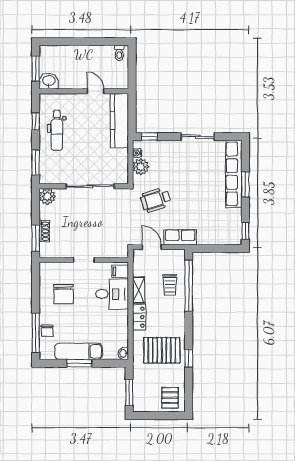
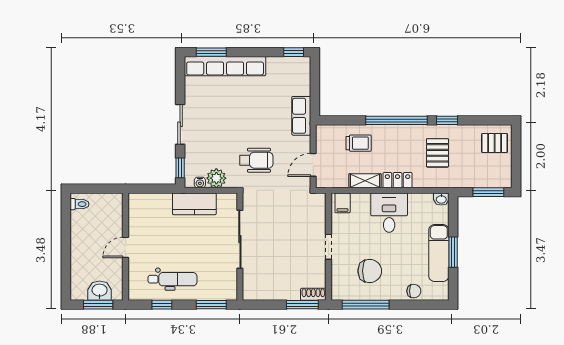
washbasin: (49, 81) -> (100, 291), moved, turned 90
door: (96, 91) -> (126, 247), moved
kitchen counter: (119, 121) -> (194, 204), moved, width x0.67
sliding door: (198, 137) -> (180, 124), moved
window: (245, 185) -> (211, 52), moved
plant: (47, 196) -> (252, 291), removed
wheelchair: (156, 200) -> (256, 160), turned -73
shoe rack: (44, 231) -> (313, 294), moved
row of seats: (180, 237) -> (301, 116), moved
window: (189, 286) -> (396, 120), moved
desk: (112, 294) -> (389, 213), moved
window: (36, 333) -> (366, 305), moved
pallet: (162, 350) -> (437, 153), width x0.67, depth x0.71

